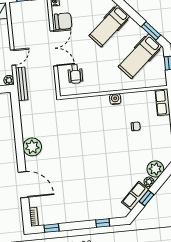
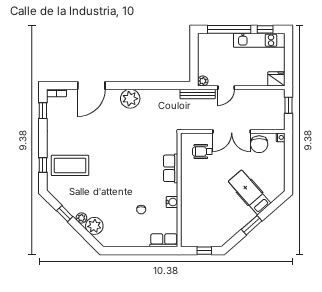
window: (151, 31) -> (252, 225), moved
hospital bed: (140, 56) -> (214, 221), removed
door: (13, 58) -> (226, 88), hinge flipped
water cooler: (115, 99) -> (172, 202), moved
row of seats: (135, 196) -> (171, 168), moved, turned -135
coffee table: (101, 197) -> (70, 165), added

